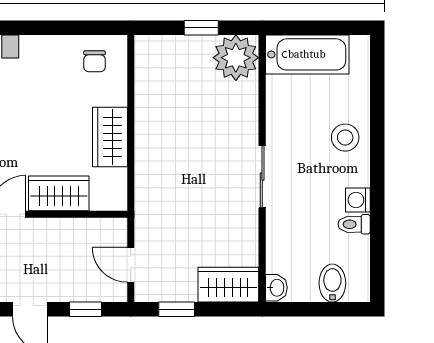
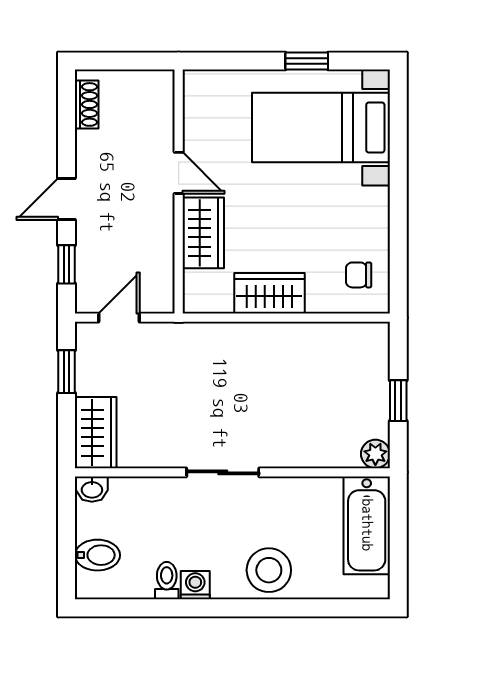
plant: (236, 58) -> (375, 454), width x0.53, depth x0.53
stool: (345, 138) -> (269, 570), width x1.38, depth x1.38

